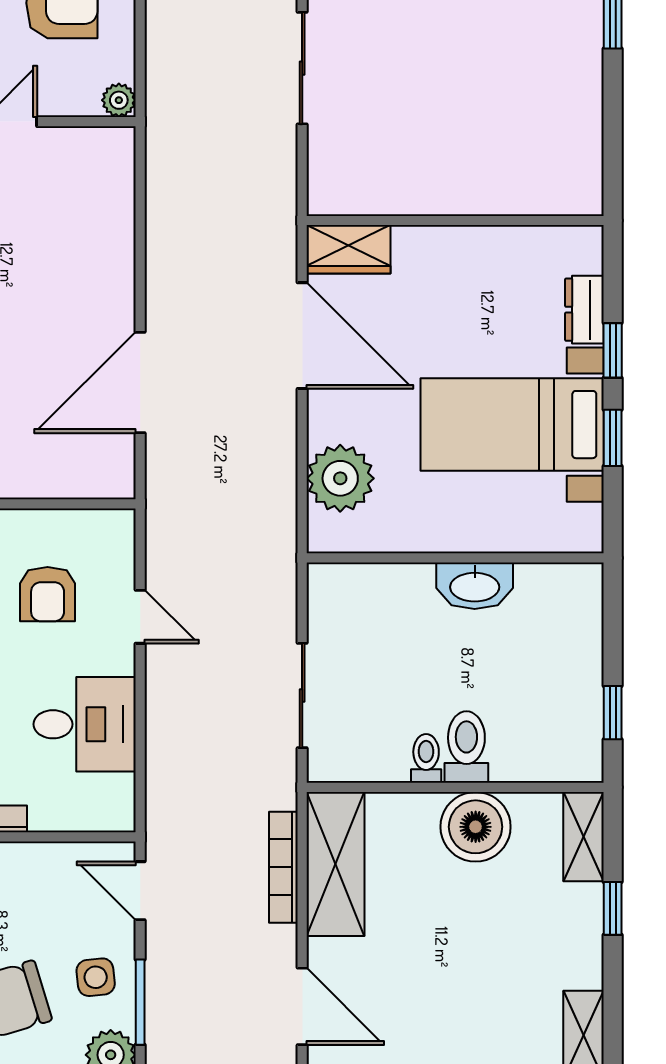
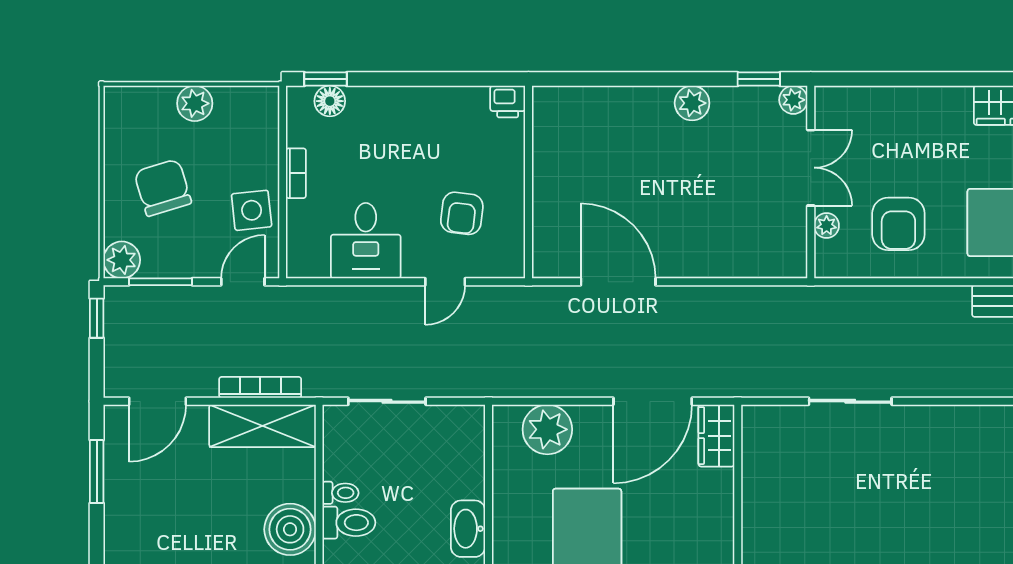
plant: (119, 100) -> (827, 225), moved
armchair: (48, 594) -> (462, 213), turned -83
side table: (96, 977) -> (252, 210), moved, width x1.37, depth x1.37

